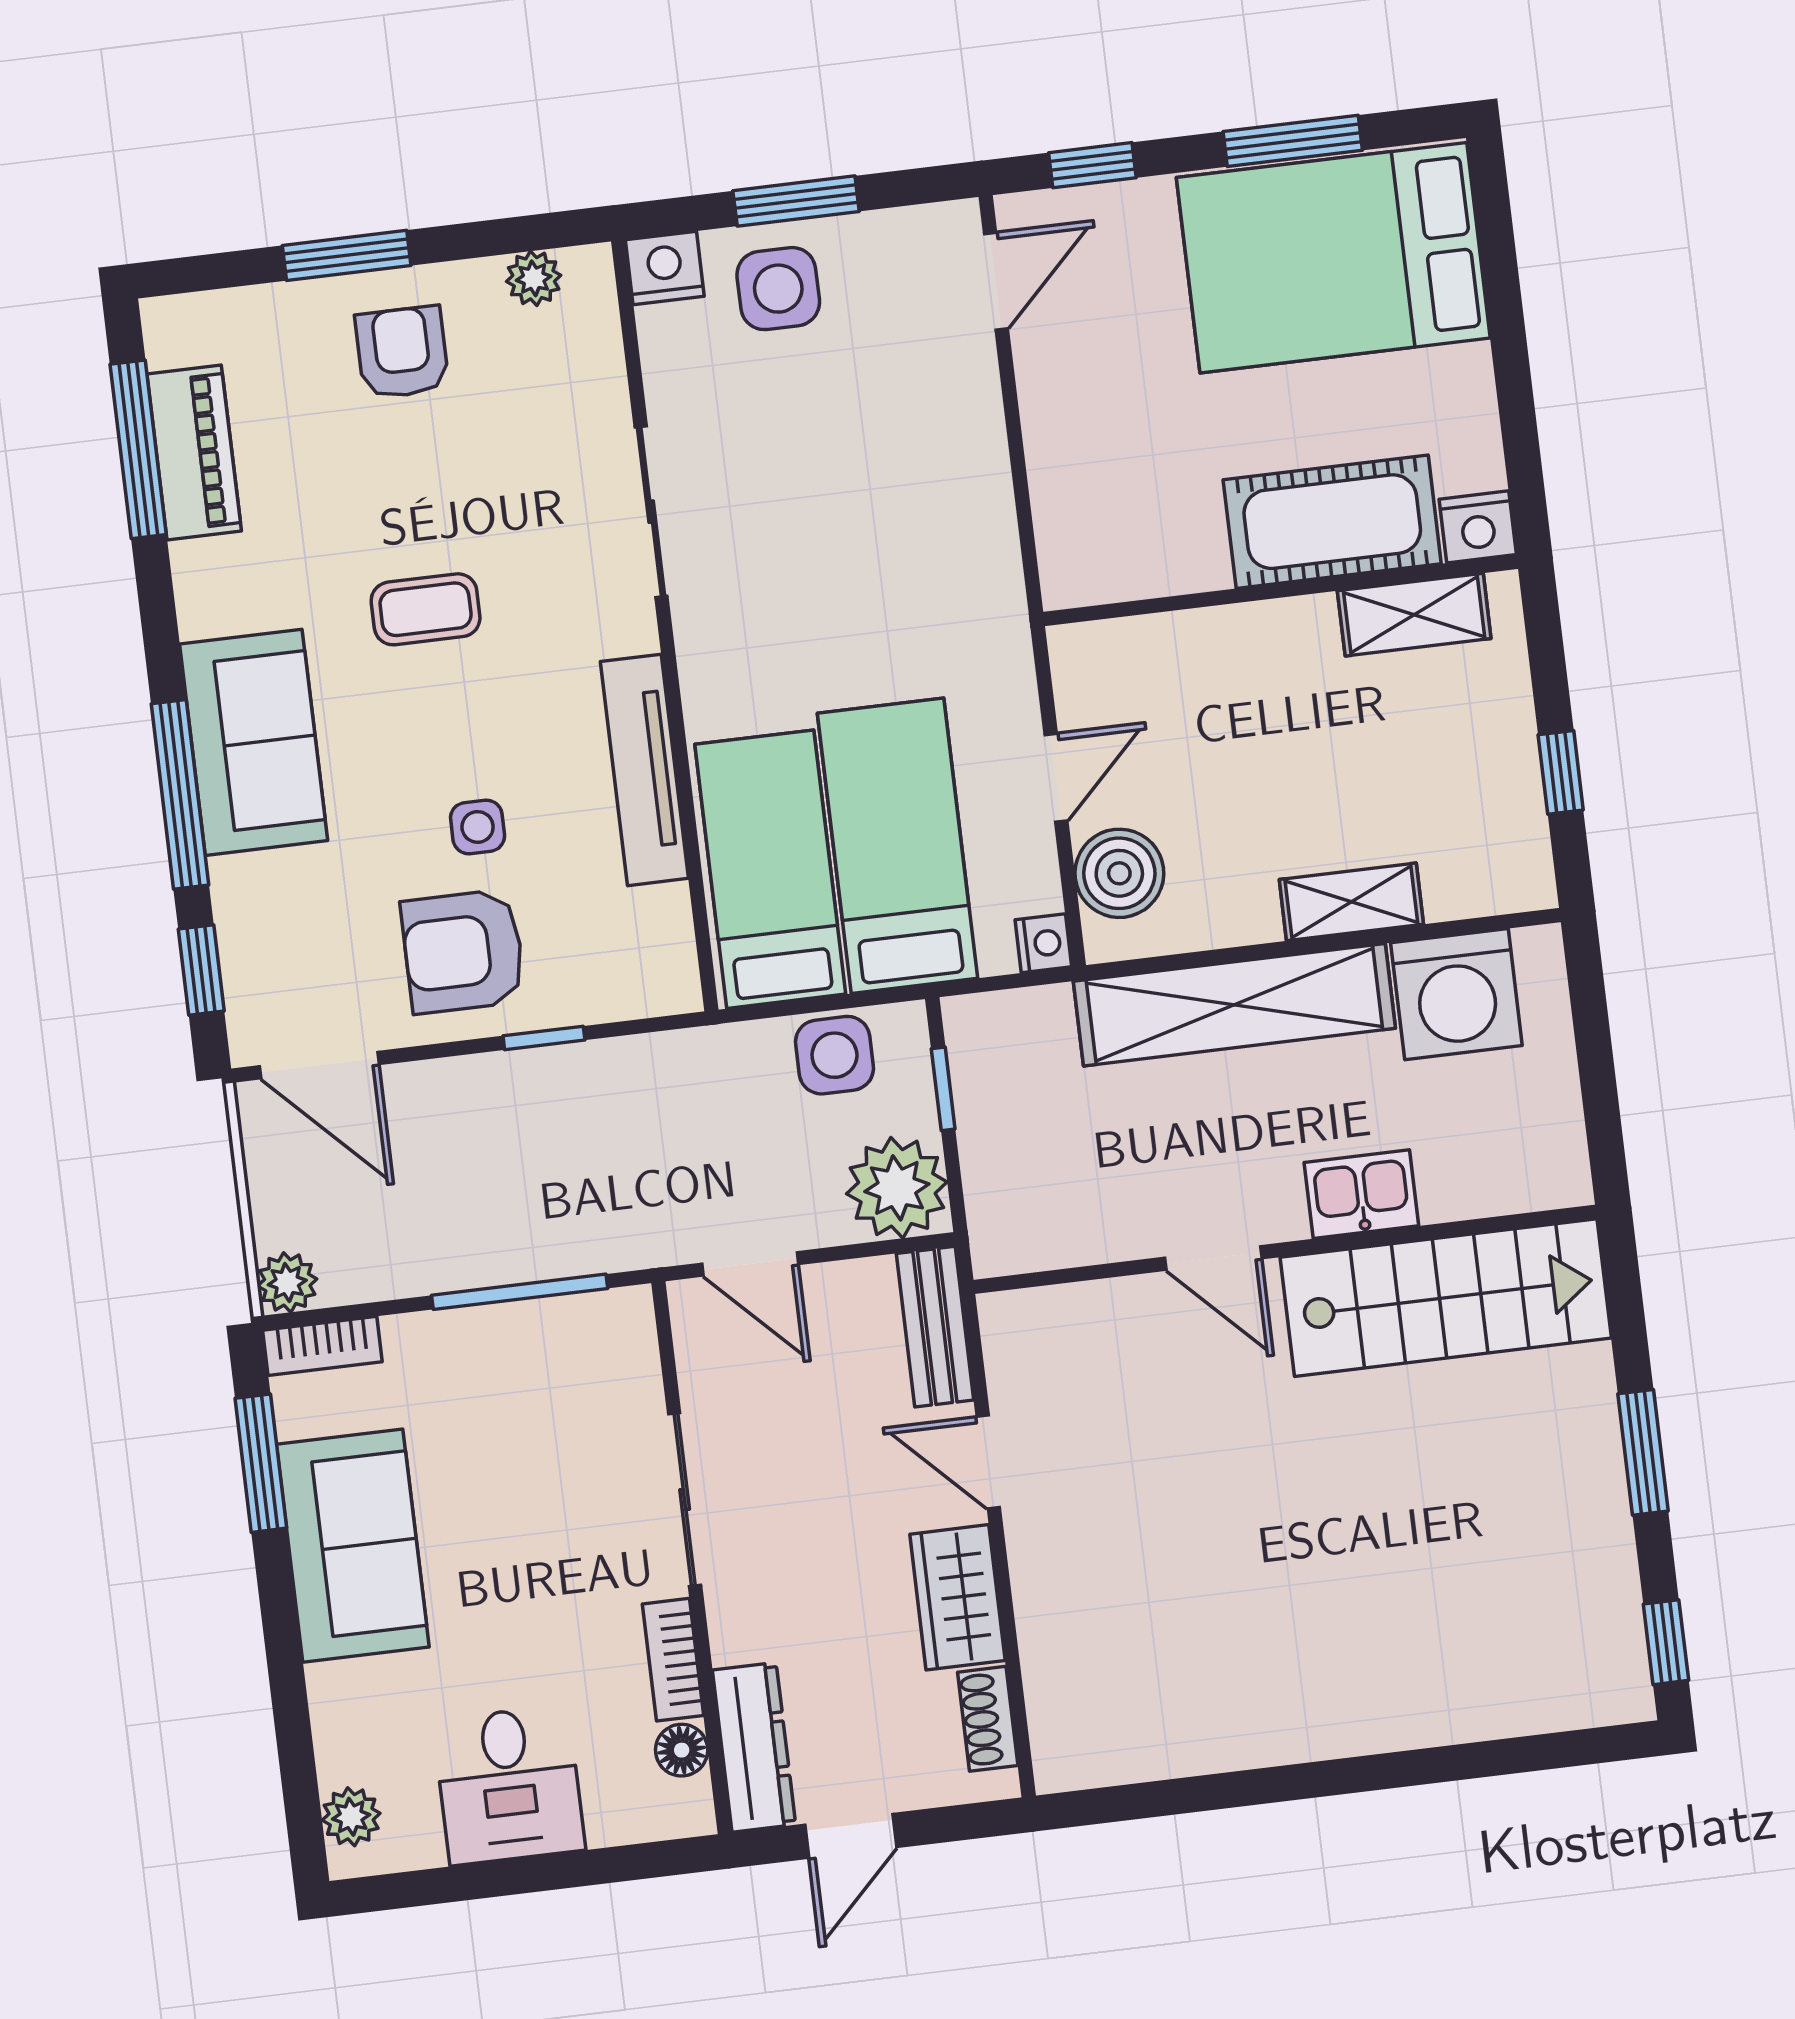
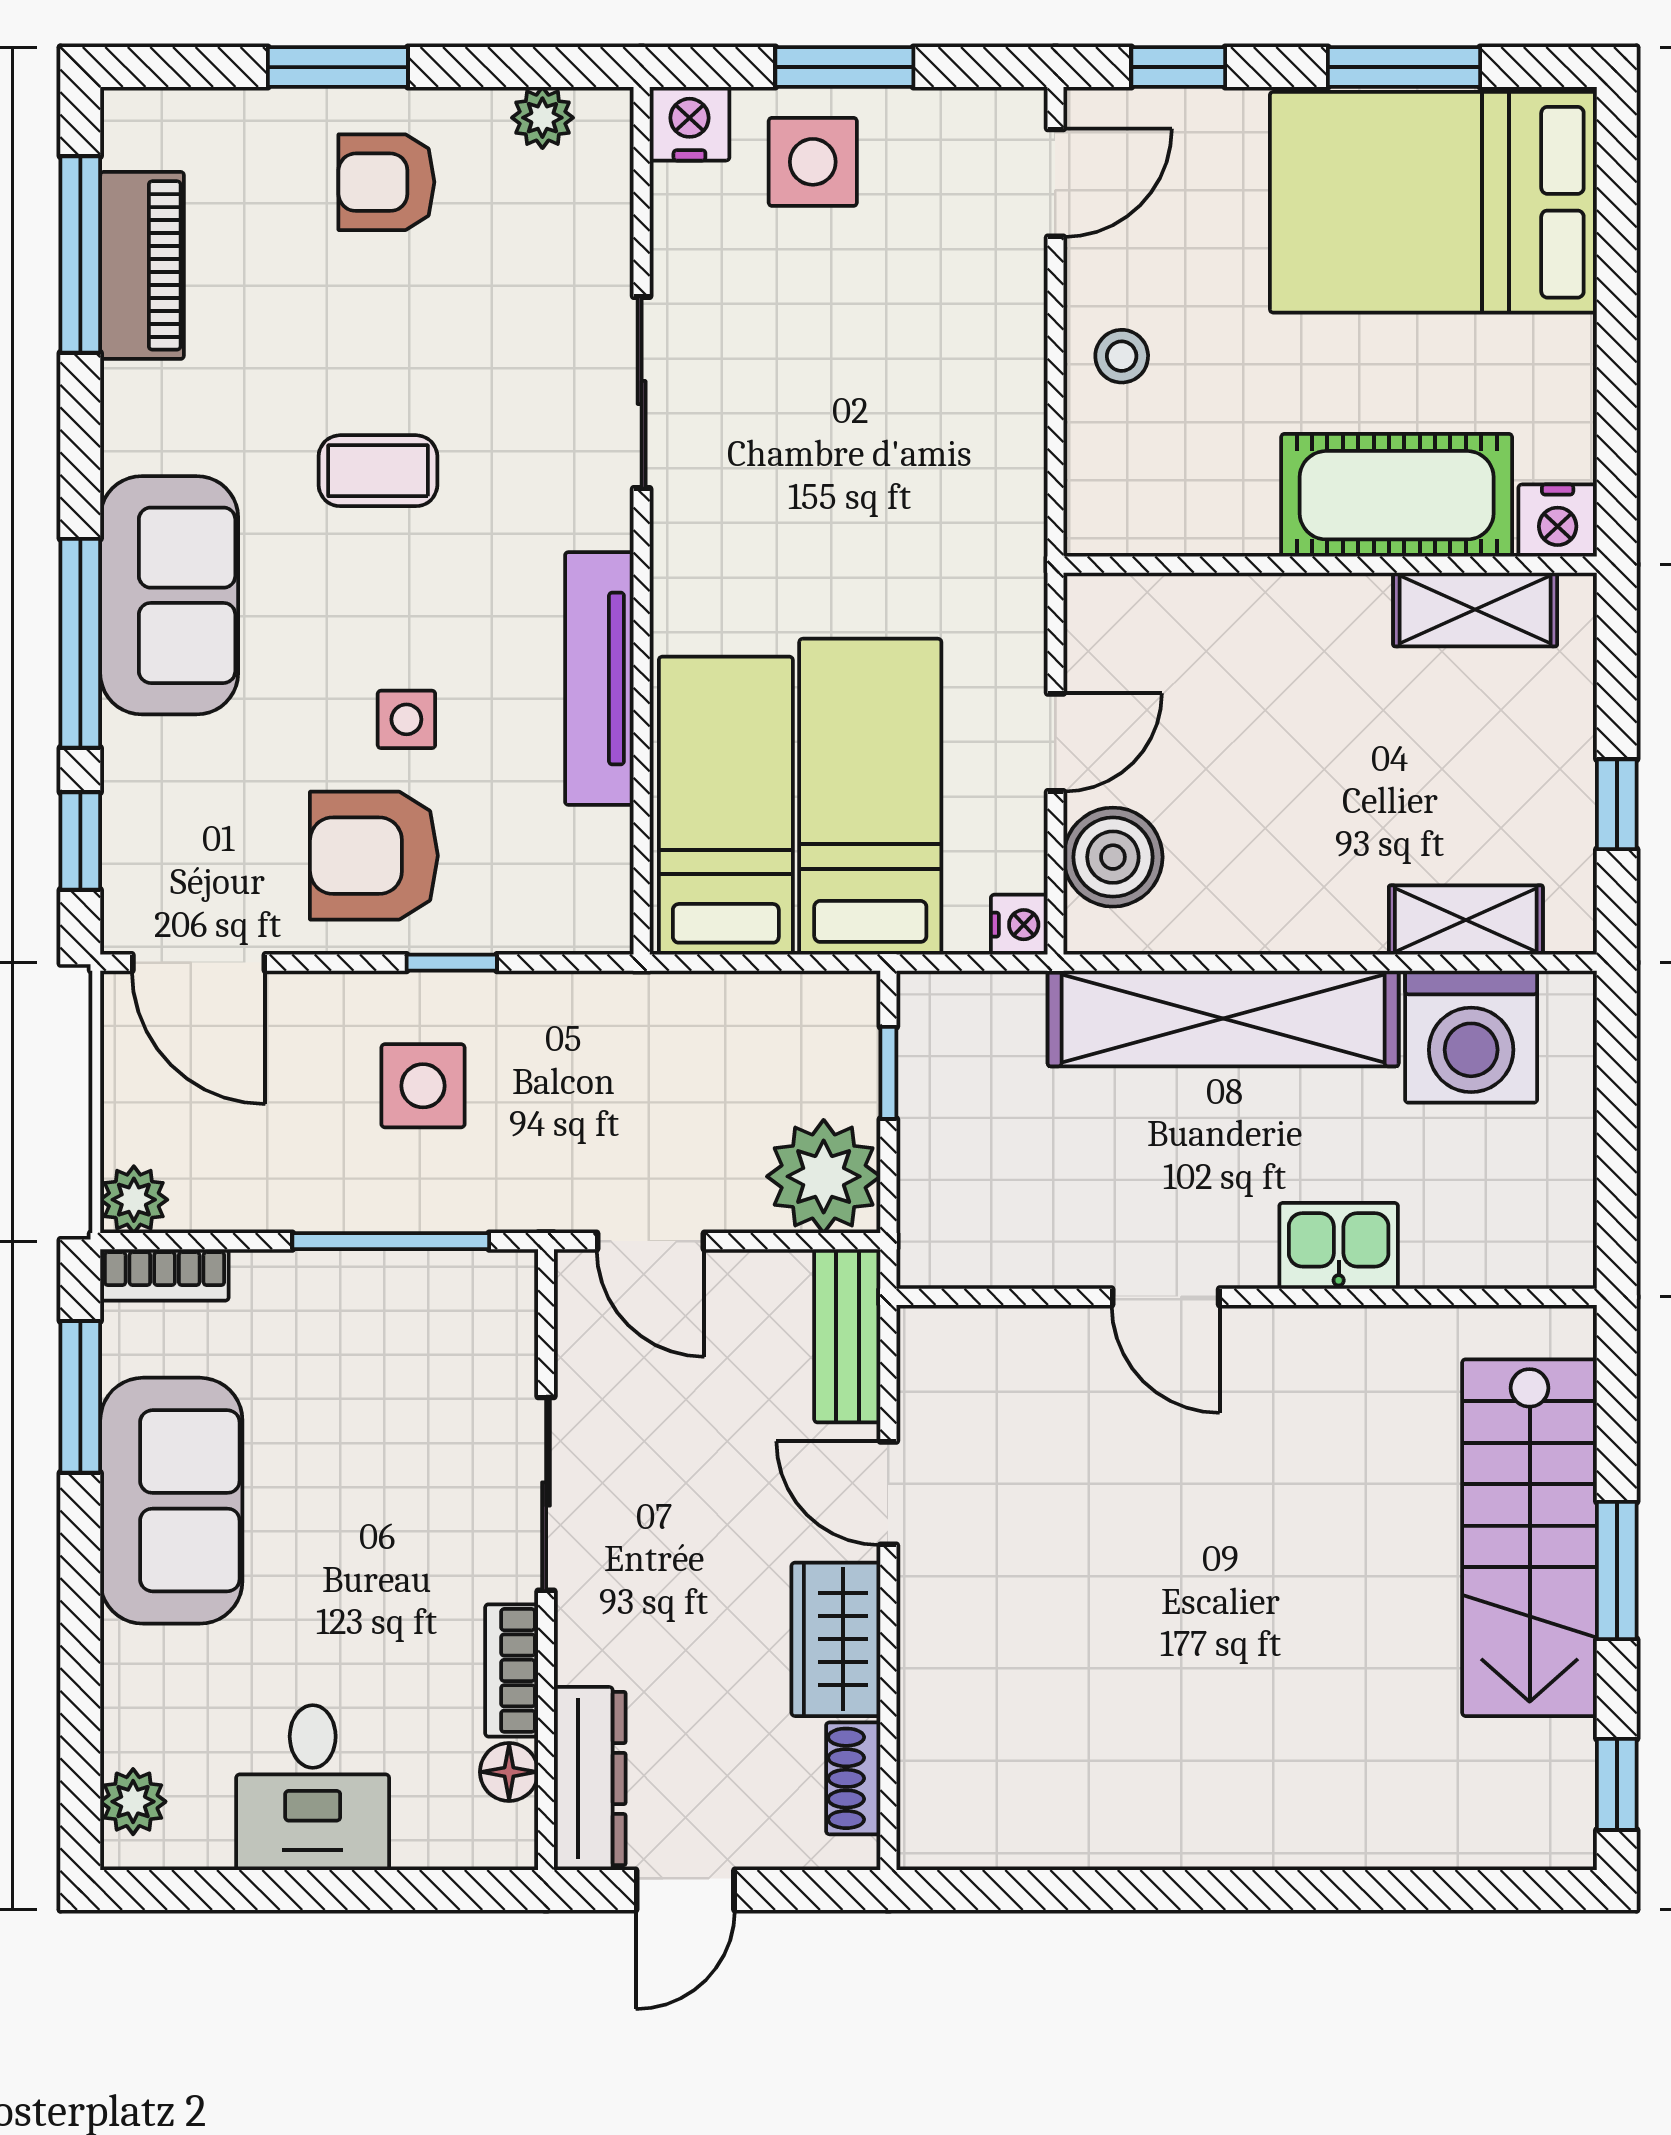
armchair: (402, 352) -> (386, 182), turned -90
stool: (1073, 428) -> (1122, 356), added
shelving: (1351, 902) -> (1466, 920), moved
side table: (834, 1055) -> (423, 1086), moved
stairs: (1446, 1298) -> (1530, 1538), moved, turned 90

